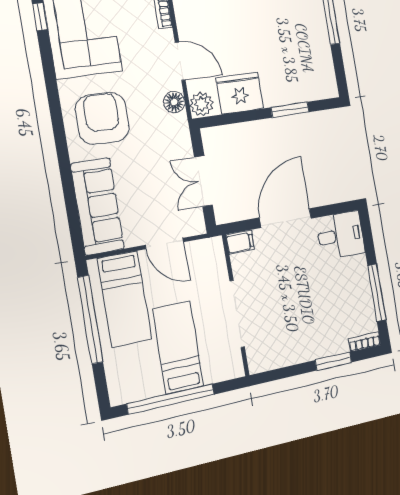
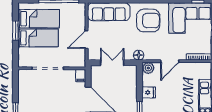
fridge: (240, 93) -> (149, 92), width x0.53, depth x0.75
floor lamp: (174, 102) -> (139, 55), moved
bed: (124, 299) -> (39, 19), moved, turned 180
window: (171, 399) -> (15, 31), width x0.47

